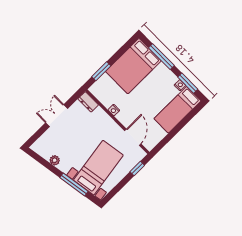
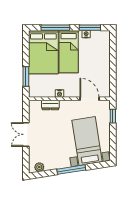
dresser: (88, 102) -> (50, 105), moved
bed: (177, 110) -> (69, 52), moved
plant: (55, 160) -> (39, 167), moved
window: (74, 184) -> (71, 170), moved

